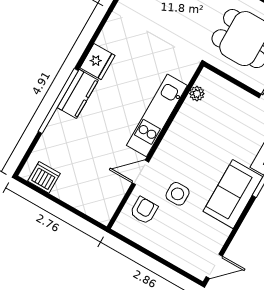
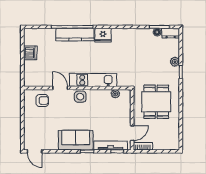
kitchen counter: (78, 94) -> (75, 35), width x1.50
dishwasher: (44, 177) -> (30, 53), moved
side table: (178, 194) -> (80, 97), moved

